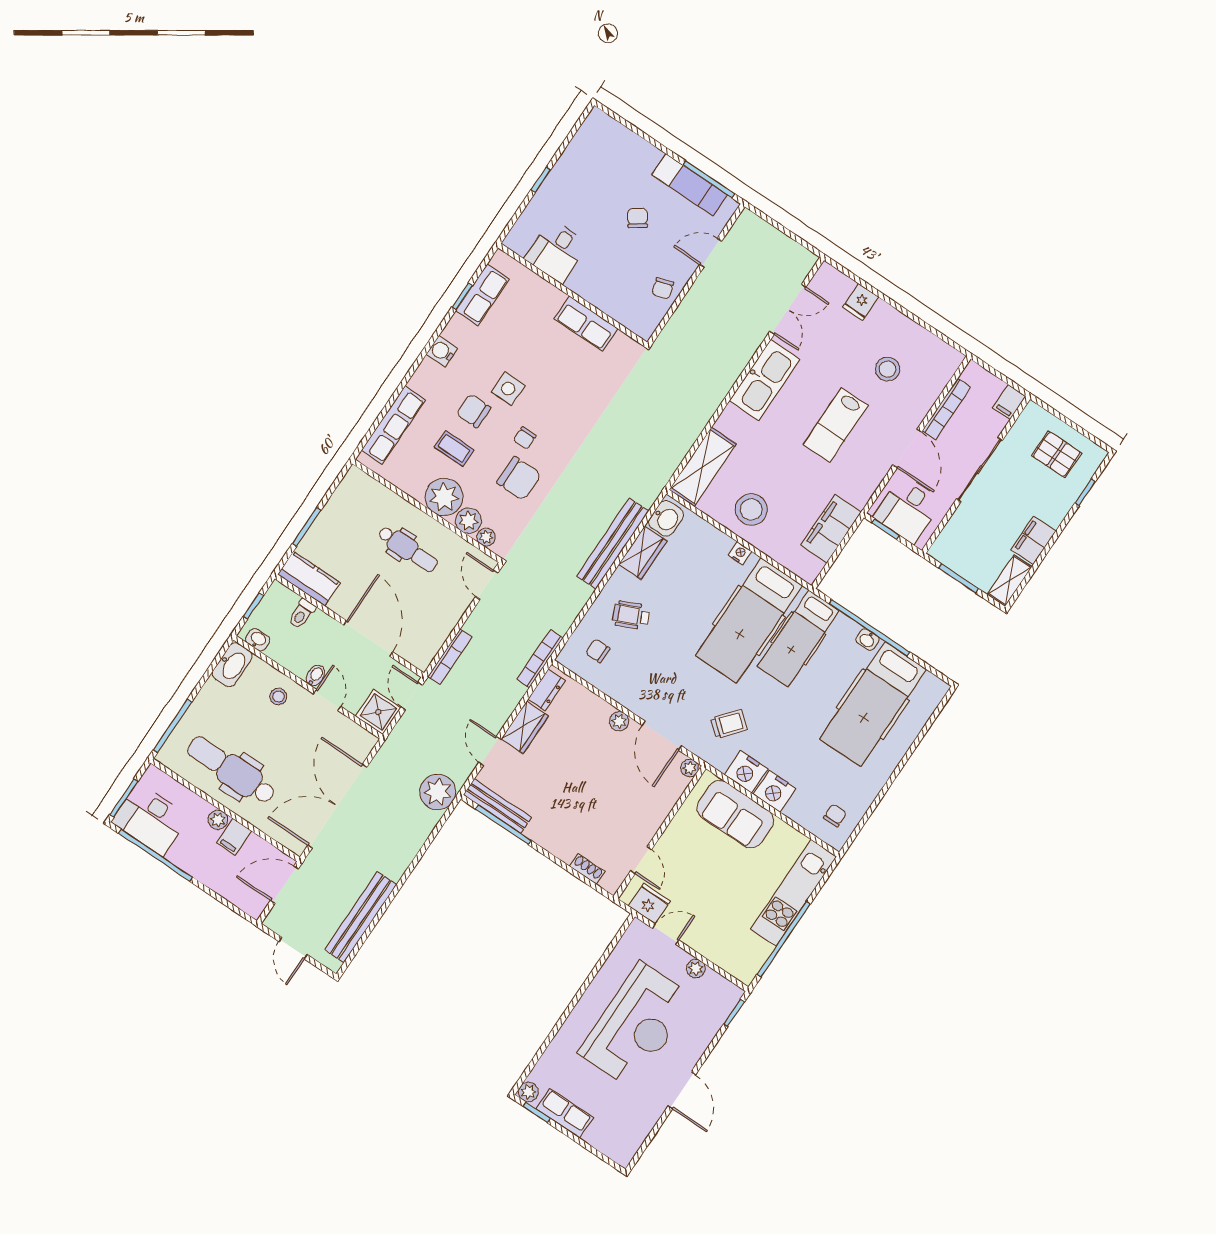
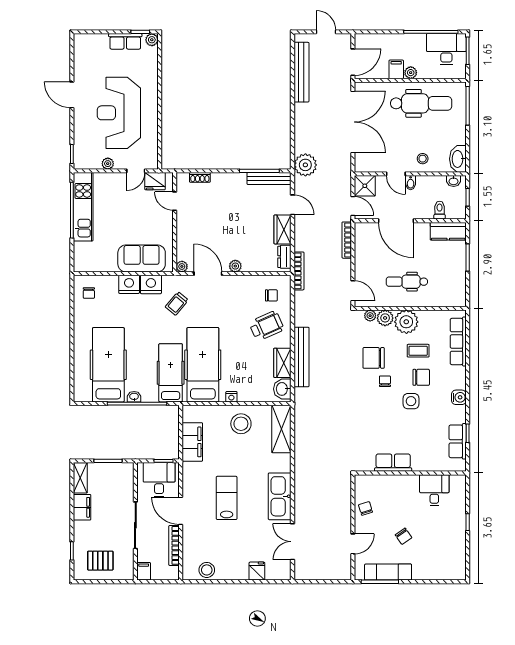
stool: (888, 369) -> (207, 570), moved
wheelchair: (631, 615) -> (266, 326), width x1.36, depth x1.37
kitchen unit: (794, 893) -> (83, 207), moved

